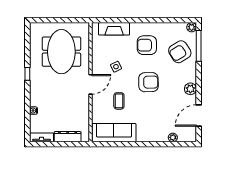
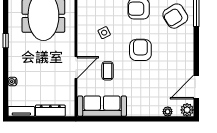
armchair: (148, 82) -> (140, 50), turned -89
door: (90, 84) -> (76, 68), moved
plant: (190, 89) -> (187, 110), moved

